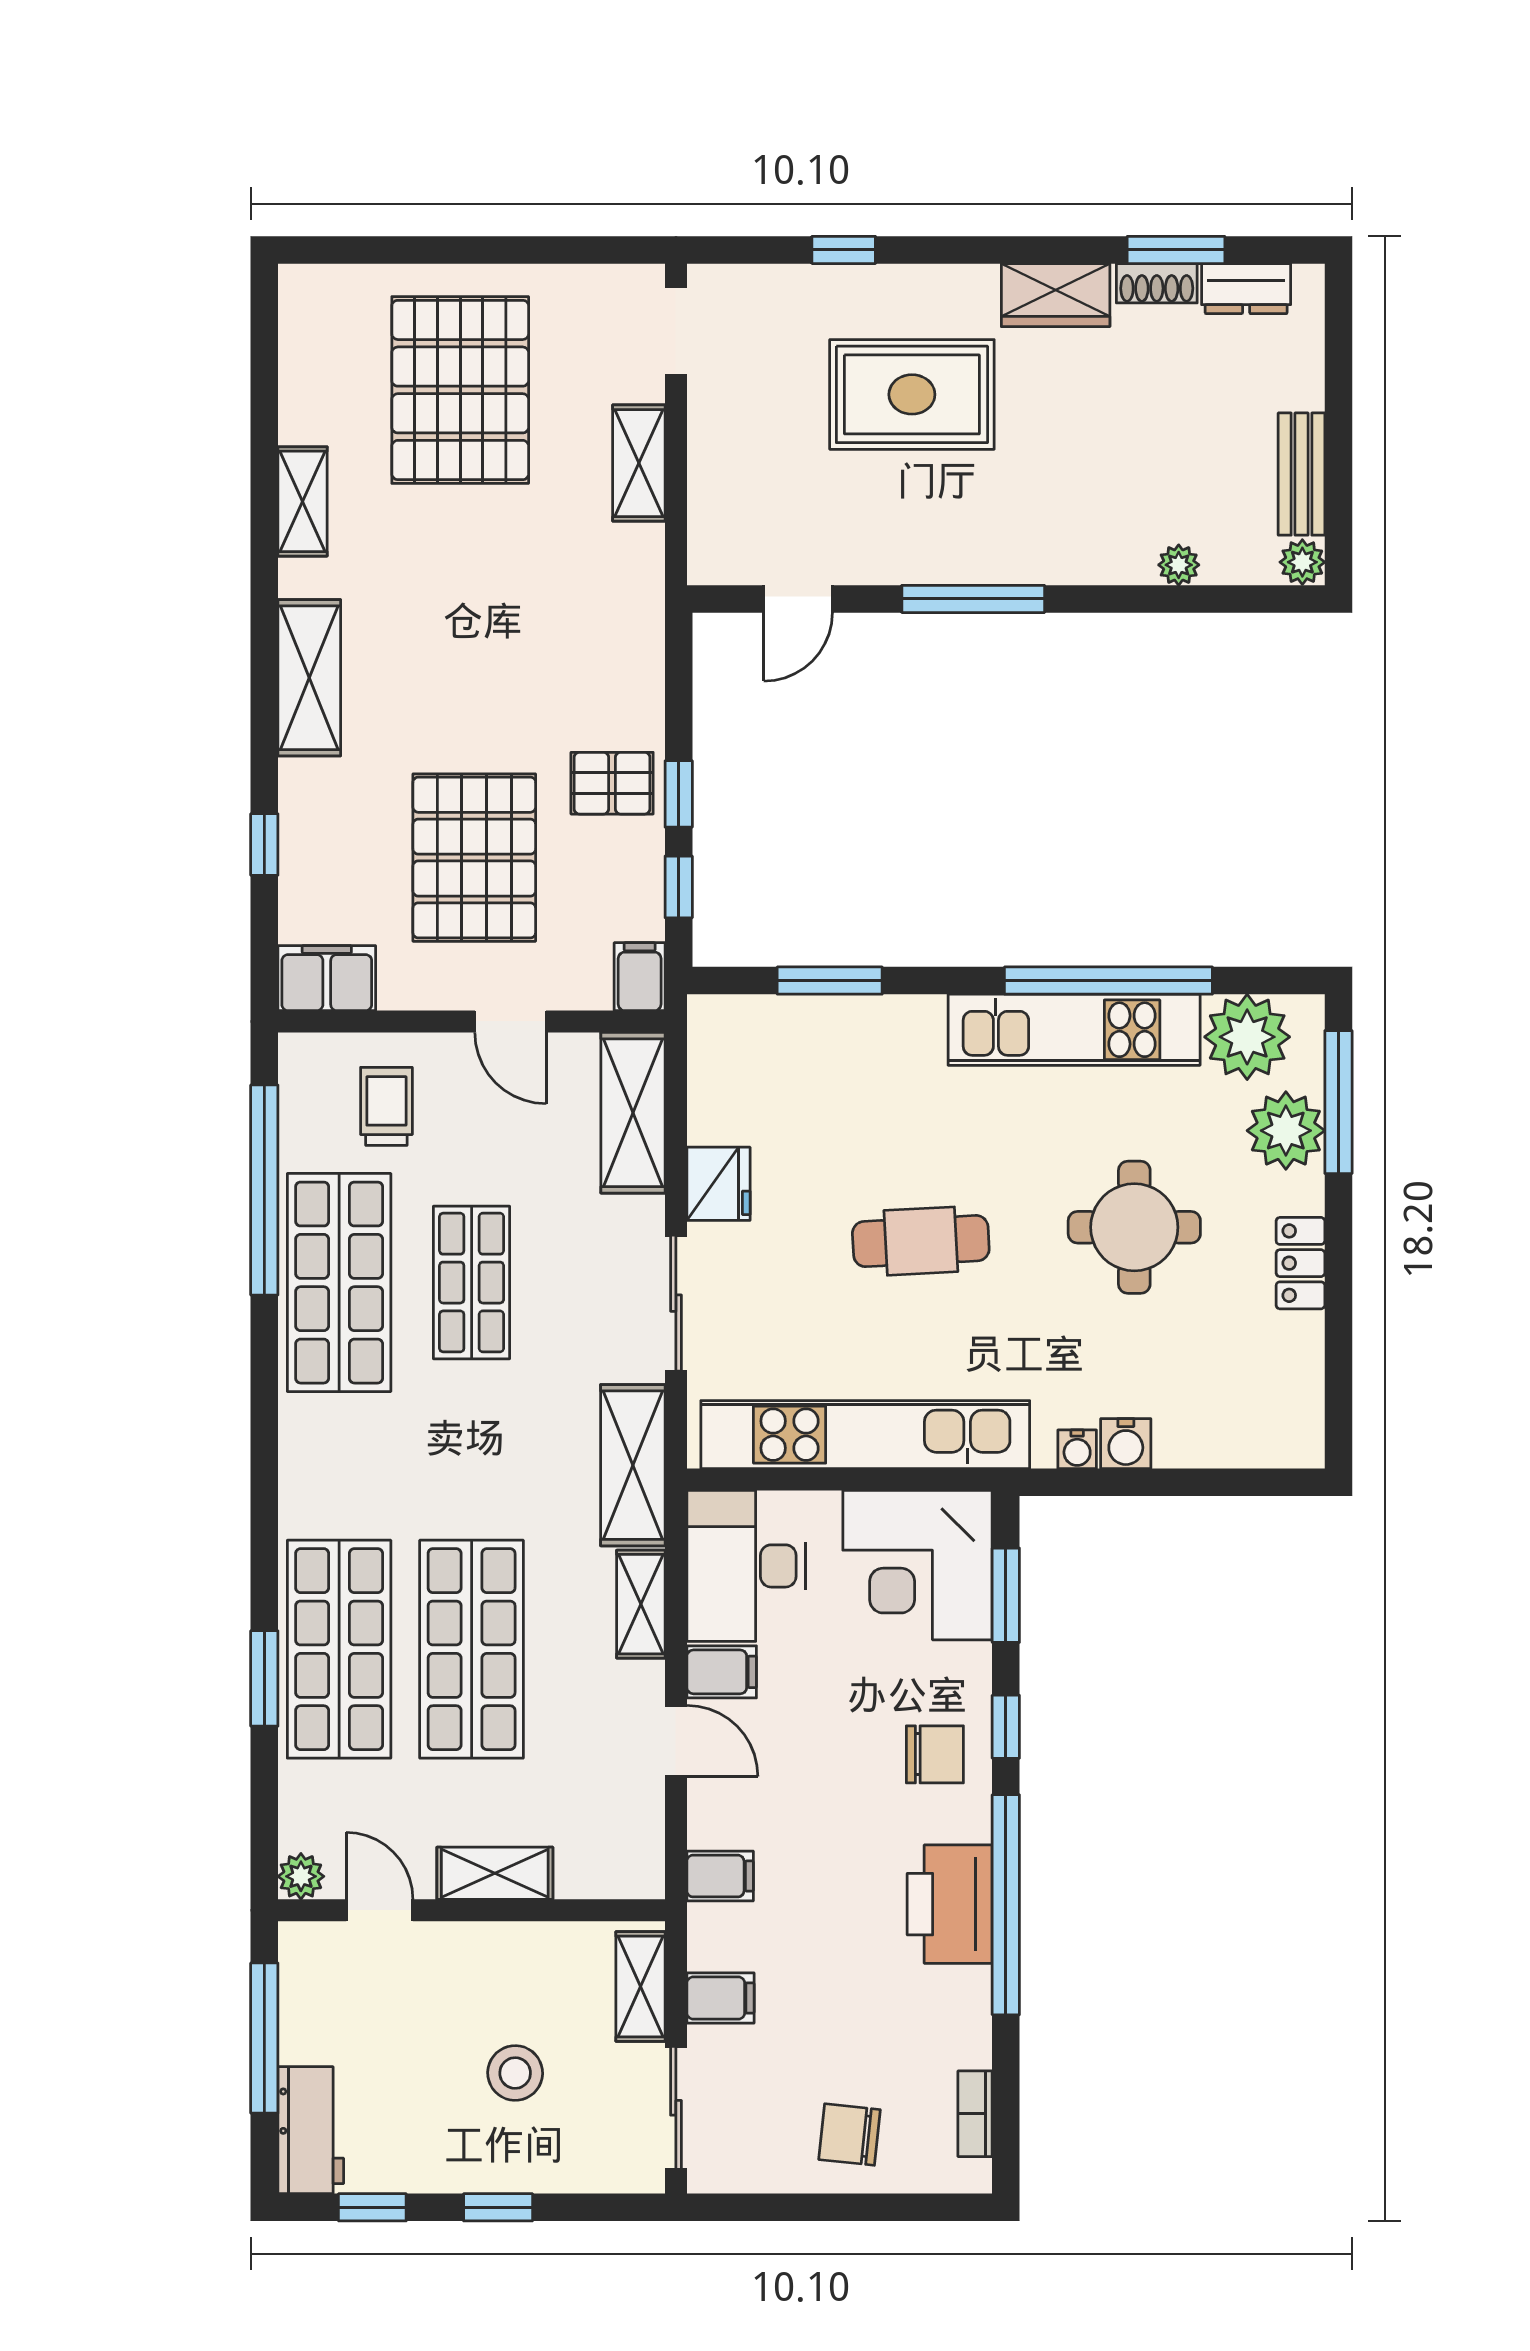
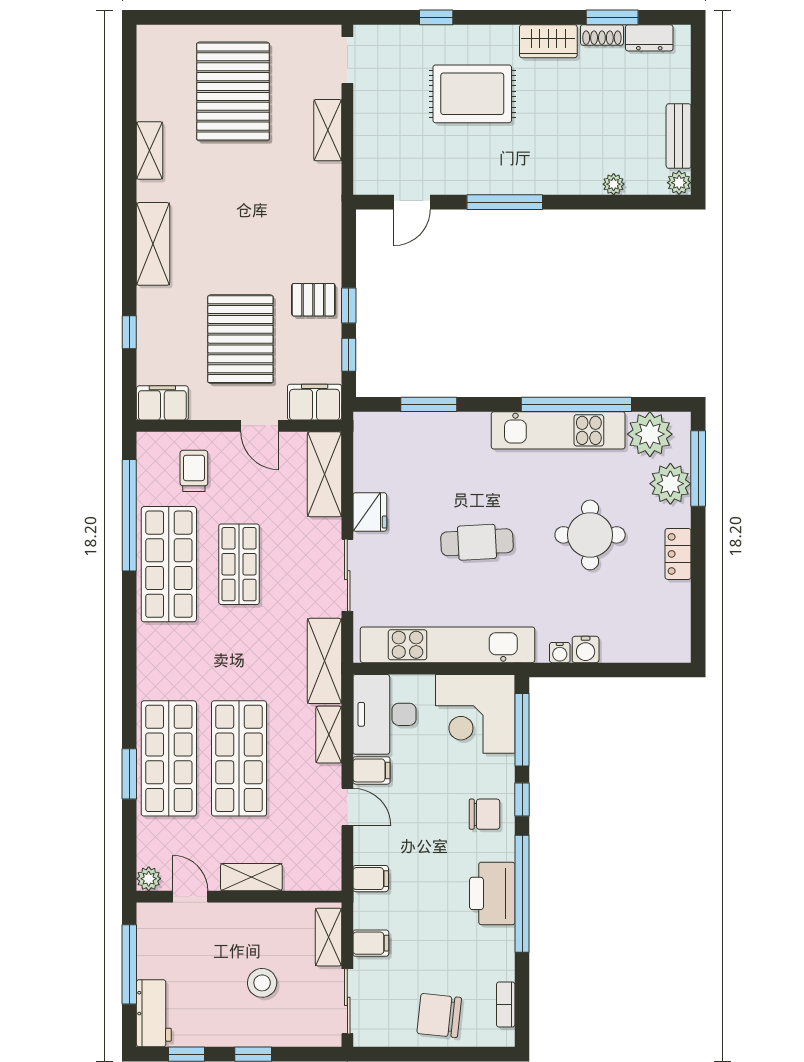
filing cabinet: (640, 977) -> (315, 402), width x2.00
window: (1006, 1595) -> (522, 730), width x1.44
chair: (849, 2135) -> (439, 1015), width x1.37, depth x1.37

